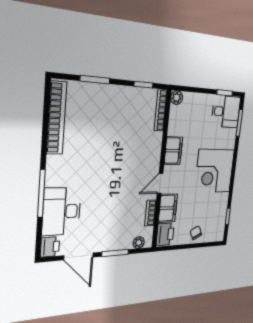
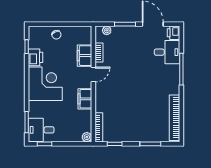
desk: (62, 211) -> (167, 52), width x0.73
printer: (165, 234) -> (35, 57), moved, turned 180

